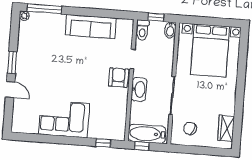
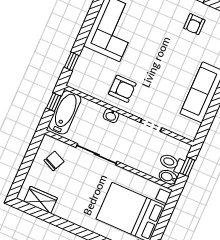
toilet: (142, 30) -> (172, 163), moved
armchair: (37, 53) -> (194, 24), added
armchair: (118, 78) -> (122, 89), moved
washbasin: (139, 89) -> (111, 116), width x0.52, depth x0.69

